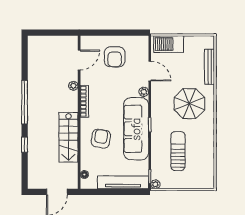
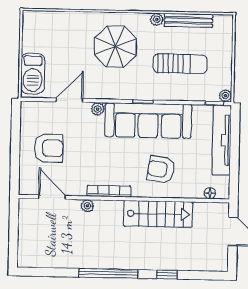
bench: (210, 67) -> (188, 20), moved
plant: (210, 133) -> (157, 19), added
sun lounger: (178, 151) -> (180, 64), turned 180

